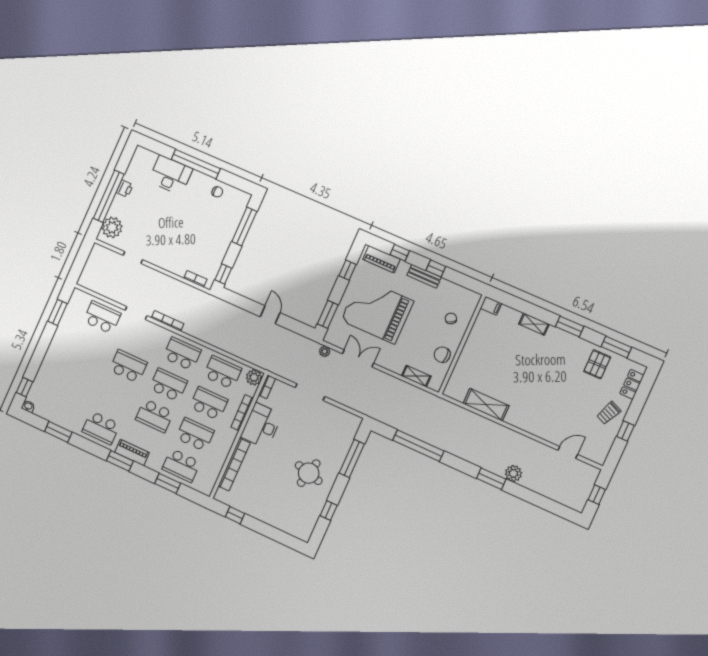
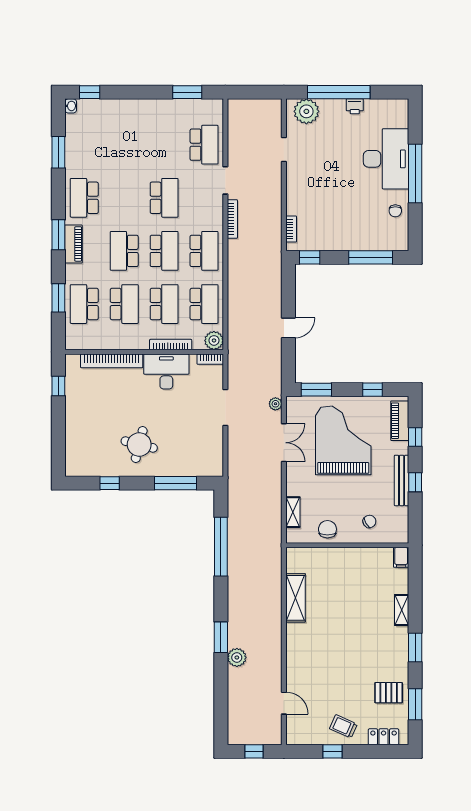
desk: (170, 175) -> (386, 159), width x1.36, depth x1.30
bench: (424, 276) -> (402, 480), width x1.36

